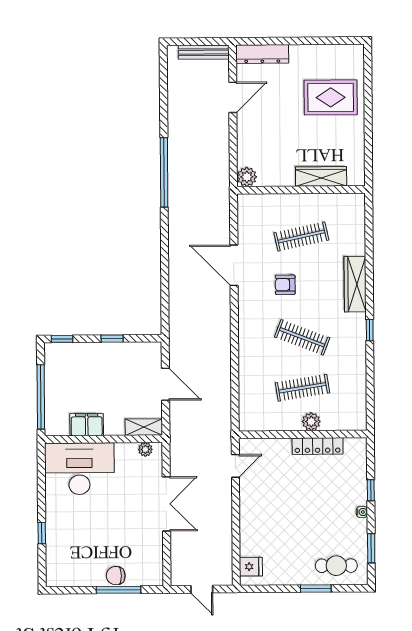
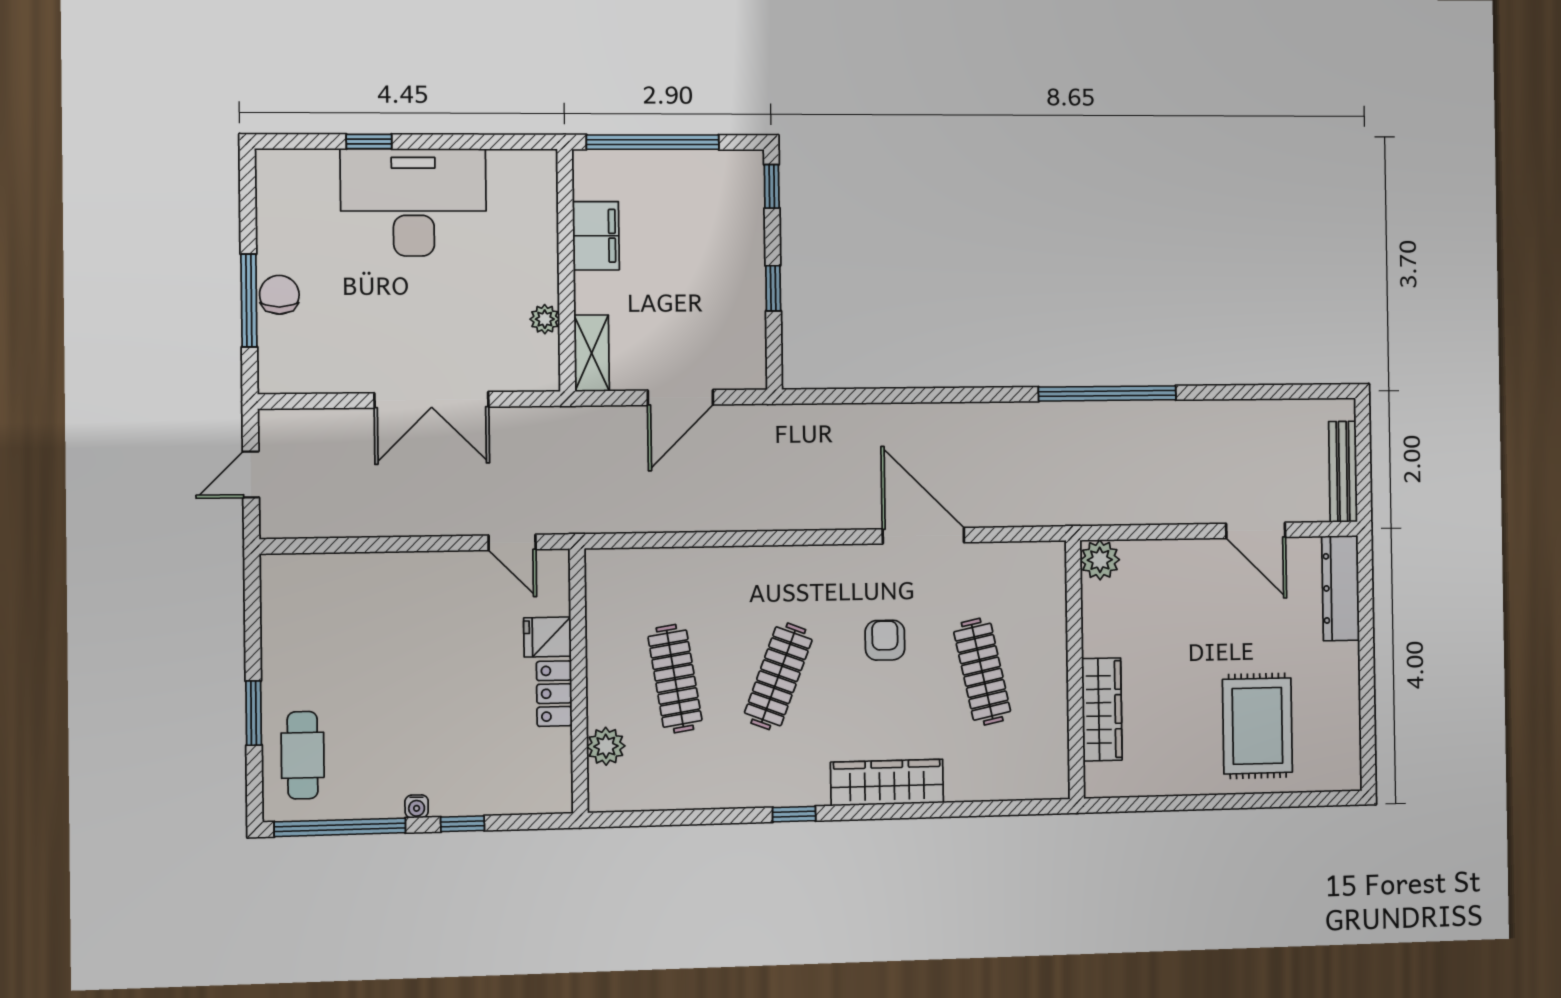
door: (234, 265) -> (923, 536), hinge flipped
plant: (311, 422) -> (606, 746), moved
locker: (318, 446) -> (554, 694), width x0.66
plant: (145, 449) -> (545, 319), moved
desk: (79, 469) -> (414, 202), moved, turned -90
window: (371, 548) -> (340, 827), width x2.11
fridge: (251, 567) -> (547, 637), moved, turned 90

